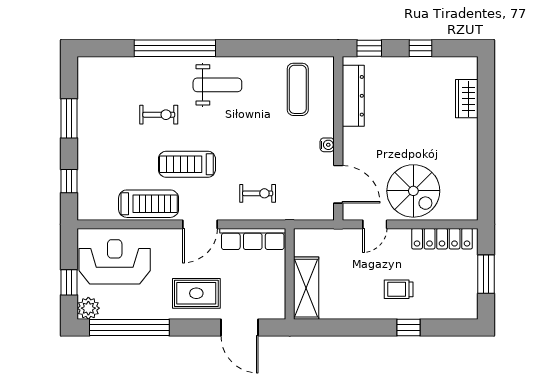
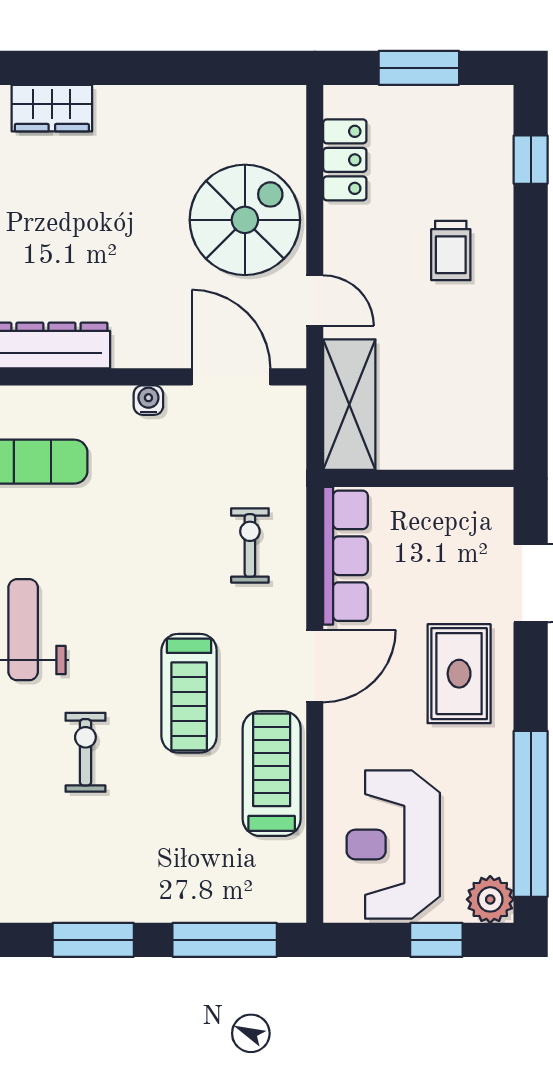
window: (69, 181) -> (225, 940), width x2.17
door: (338, 184) -> (231, 377), hinge flipped
door: (200, 224) -> (315, 666), hinge flipped
locker: (442, 239) -> (345, 160), width x0.66
shelving: (306, 288) -> (349, 405), moved, turned 90
window: (408, 328) -> (531, 160), moved

